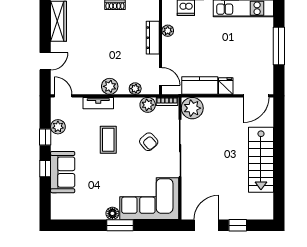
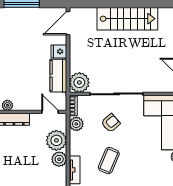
door: (161, 76) -> (50, 112), hinge flipped
plant: (135, 89) -> (56, 140), width x1.87, depth x1.87
door: (256, 96) -> (68, 23), swing flipped
coffee table: (108, 140) -> (109, 161), turned -67

